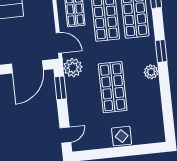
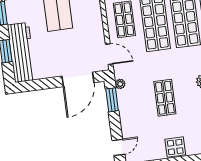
plant: (73, 68) -> (120, 84), width x0.53, depth x0.53
shop shelf: (113, 87) -> (165, 98), width x0.70, depth x0.74

